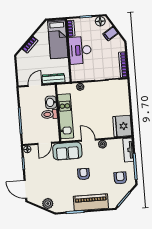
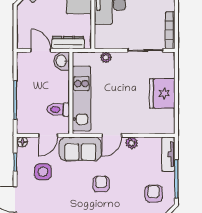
door: (35, 85) -> (41, 50), hinge flipped
washbasin: (51, 102) -> (62, 61), moved
toilet: (49, 114) -> (58, 110), moved
fridge: (122, 126) -> (162, 93), moved
door: (88, 140) -> (112, 135), swing flipped
side table: (43, 169) -> (43, 172), added

